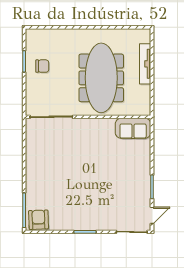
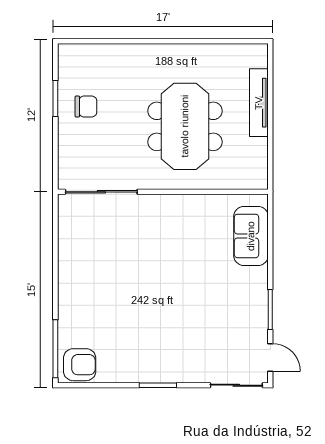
meeting table: (101, 78) -> (185, 126), width x0.73
sofa: (133, 128) -> (251, 236), moved, turned 90
door: (152, 215) -> (270, 357), hinge flipped
armchair: (39, 220) -> (80, 365), turned 92

